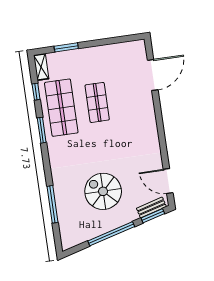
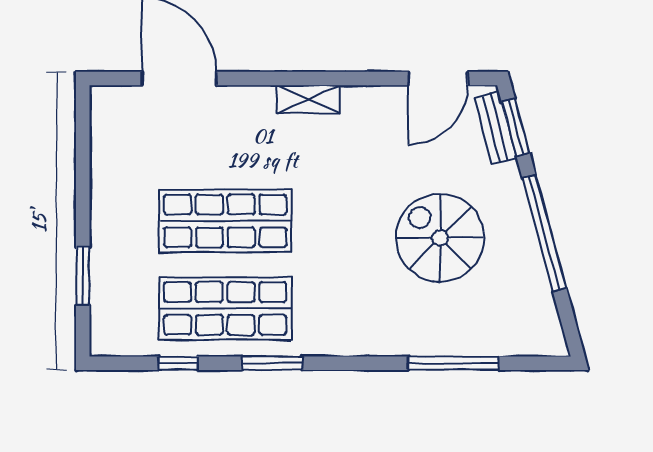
shelving: (41, 67) -> (308, 99), moved
shop shelf: (97, 102) -> (225, 221), width x1.43, depth x1.36
spiral stairs: (103, 191) -> (440, 238), turned 90

